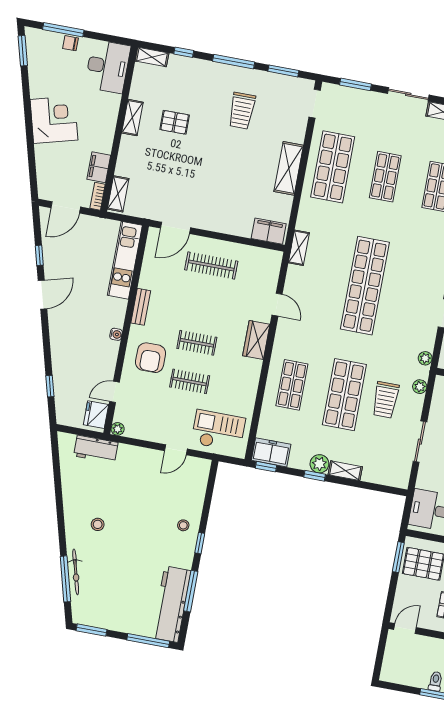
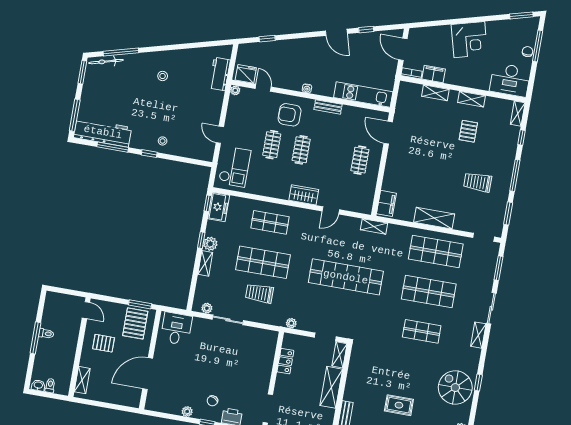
shop shelf: (385, 177) -> (429, 291), width x1.43, depth x1.36
shelving: (118, 194) -> (435, 93), moved
clothes rail: (211, 266) -> (360, 160), width x0.73
plant: (420, 387) -> (207, 308), moved
bicycle: (76, 572) -> (106, 62), moved

